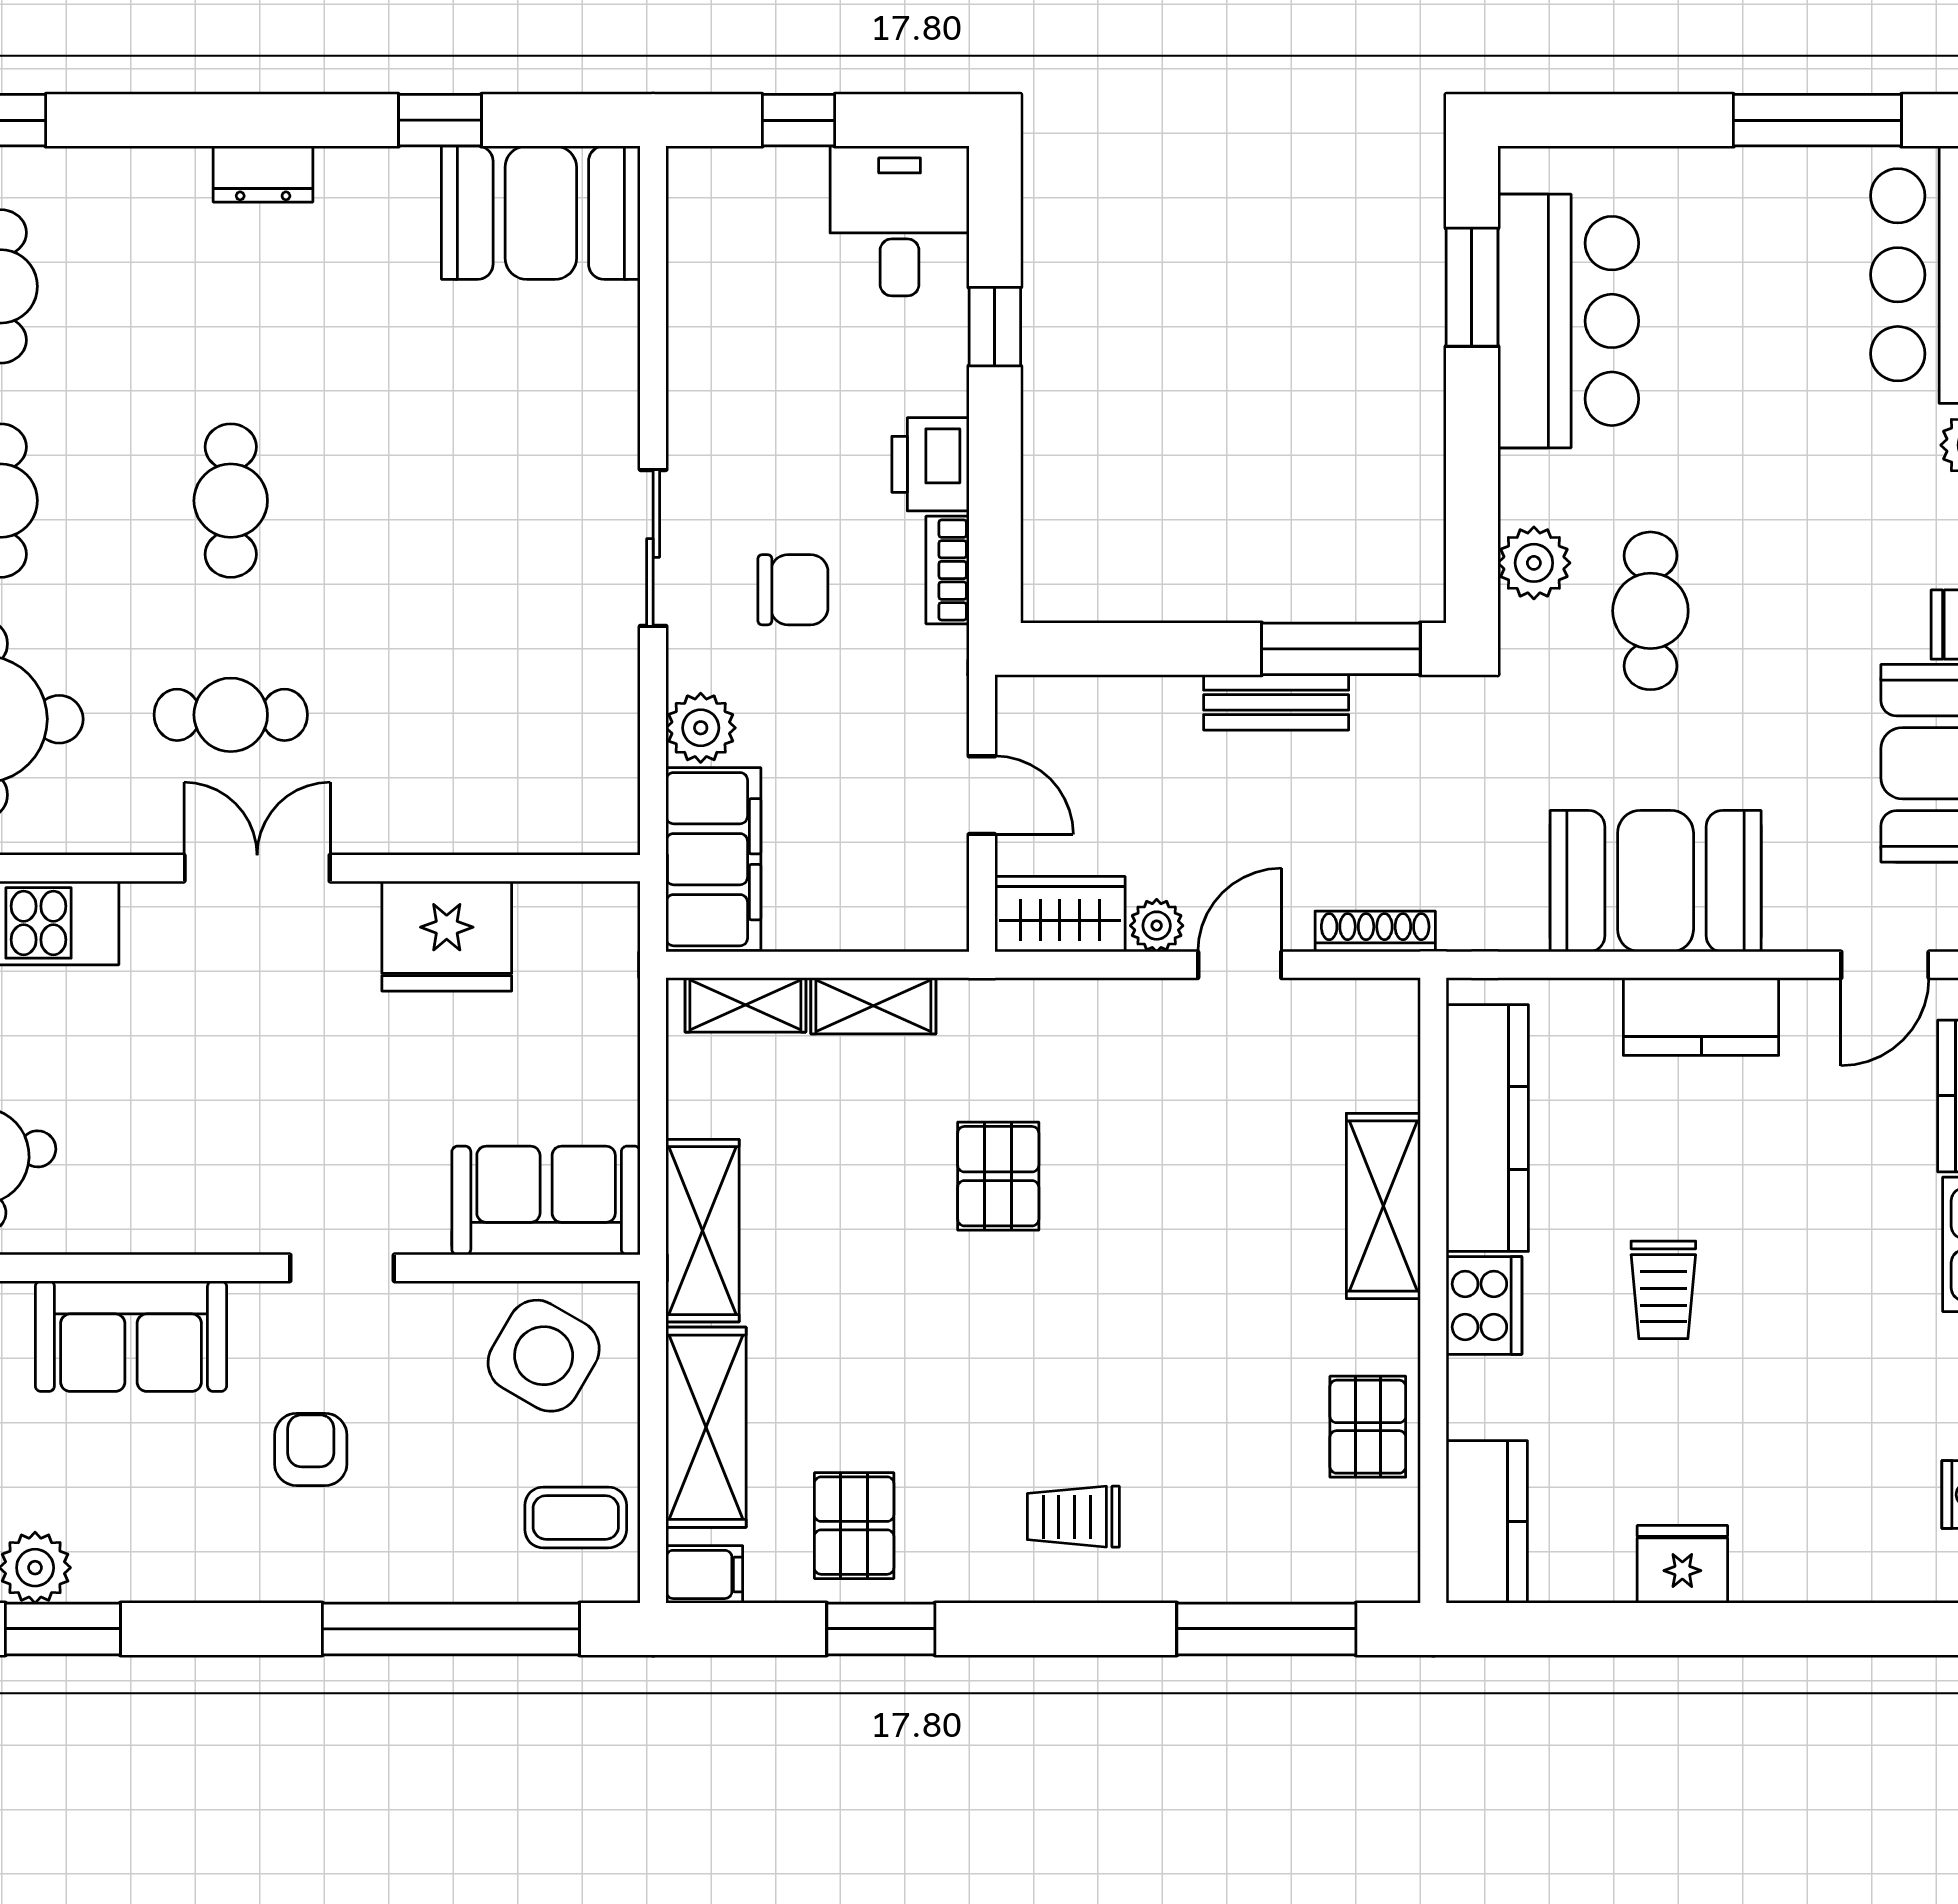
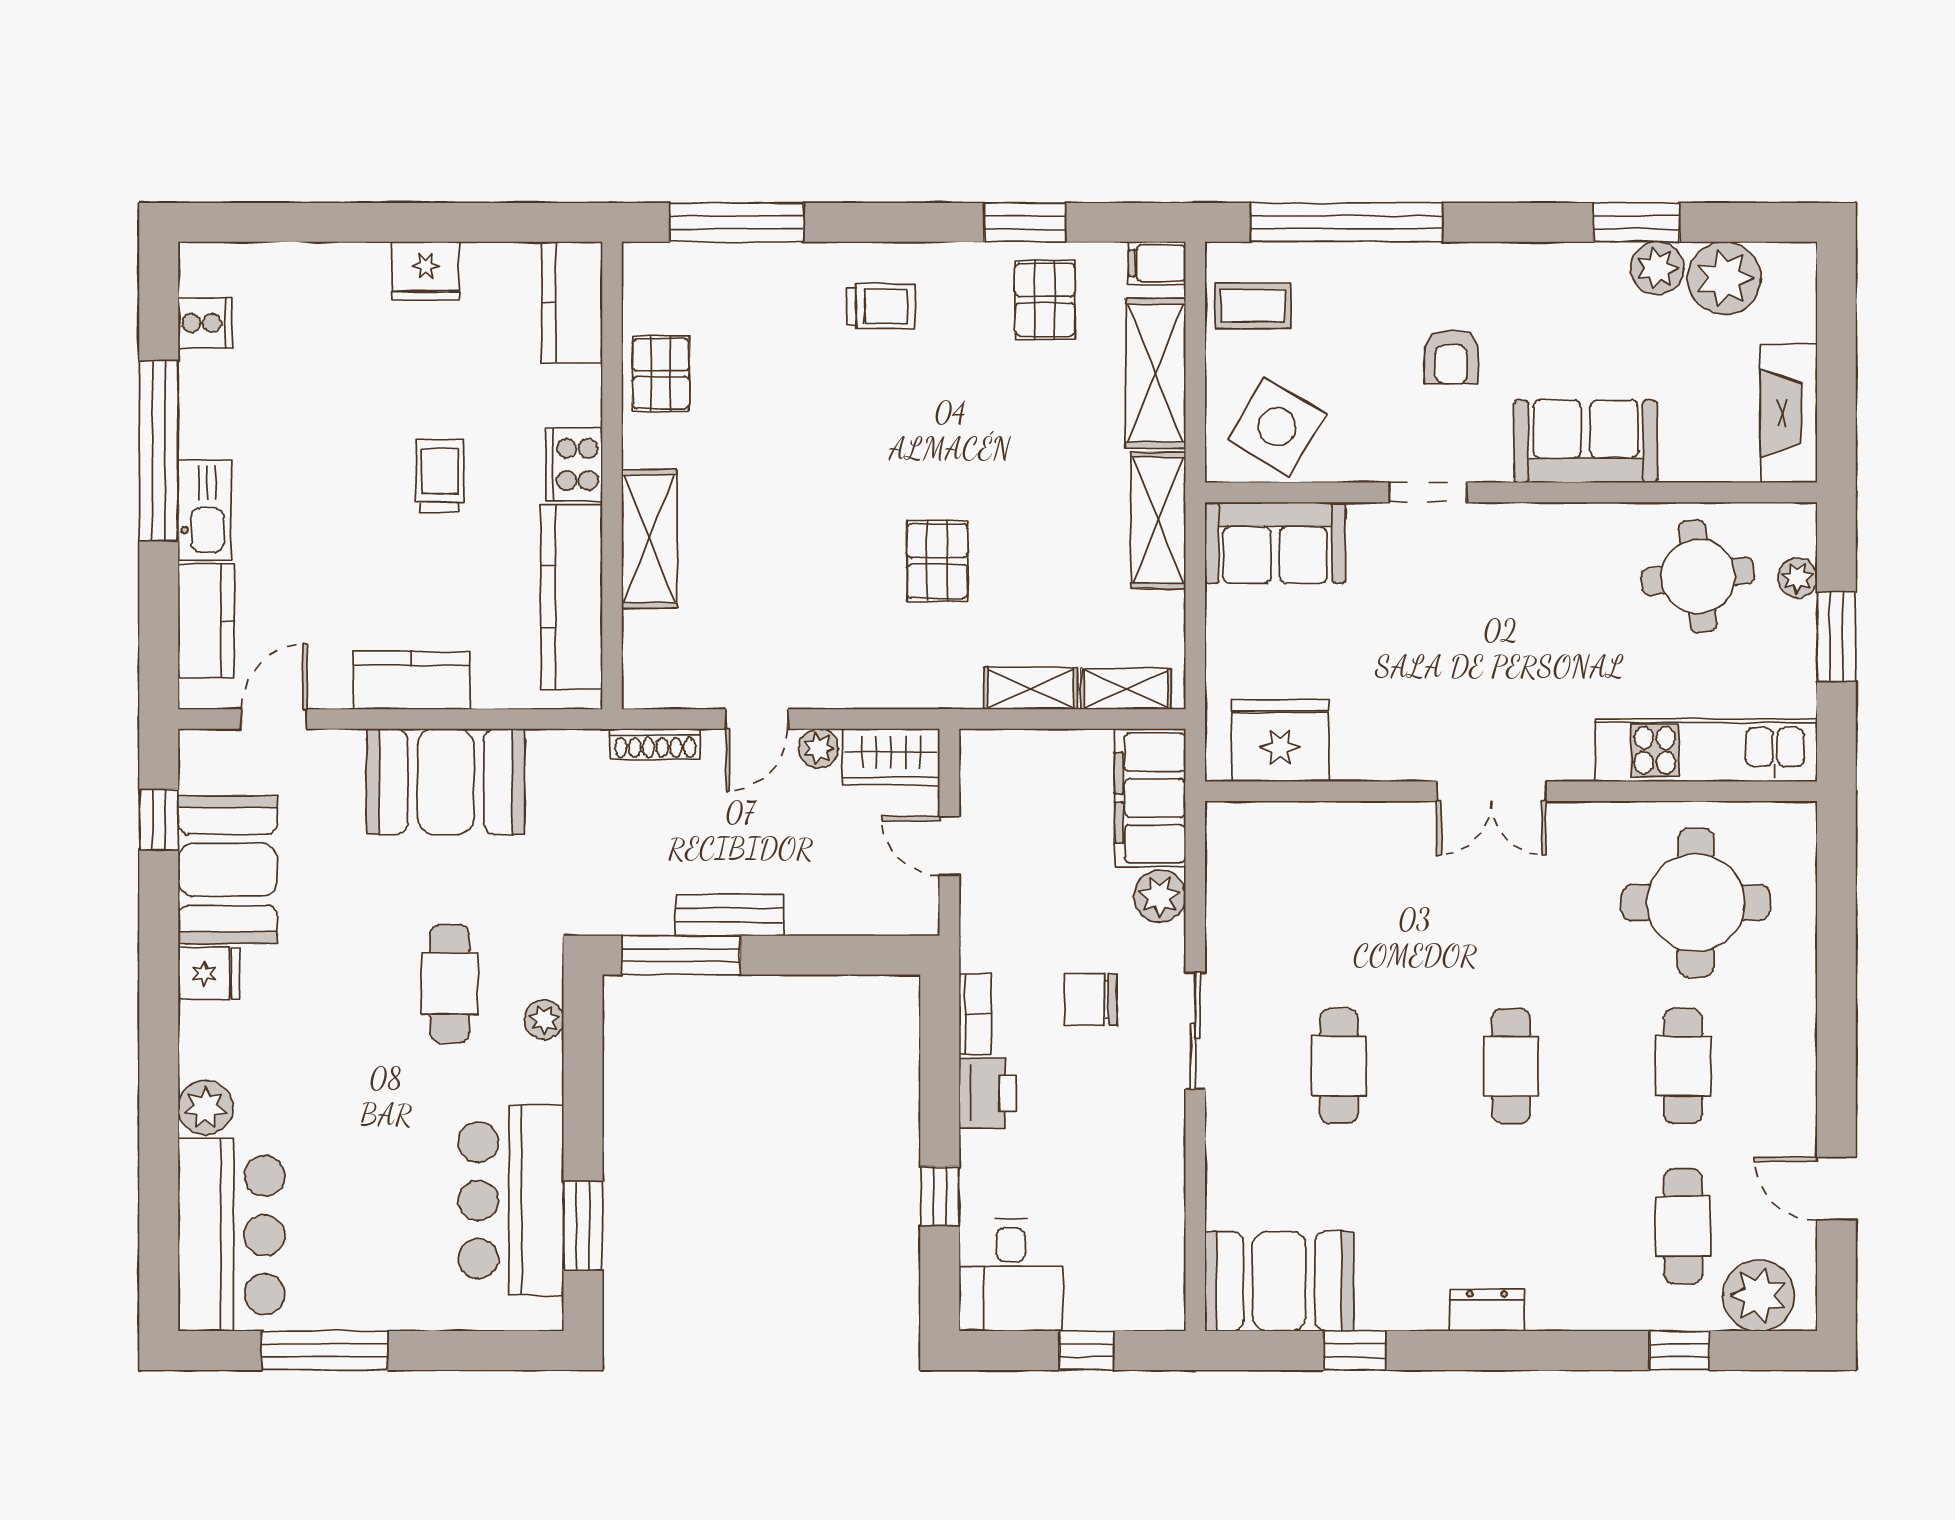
plant: (1534, 563) -> (544, 1019), width x0.73, depth x0.73
cafe table: (231, 715) -> (1339, 1066), moved, turned 90
fridge: (447, 936) -> (1280, 741), moved

